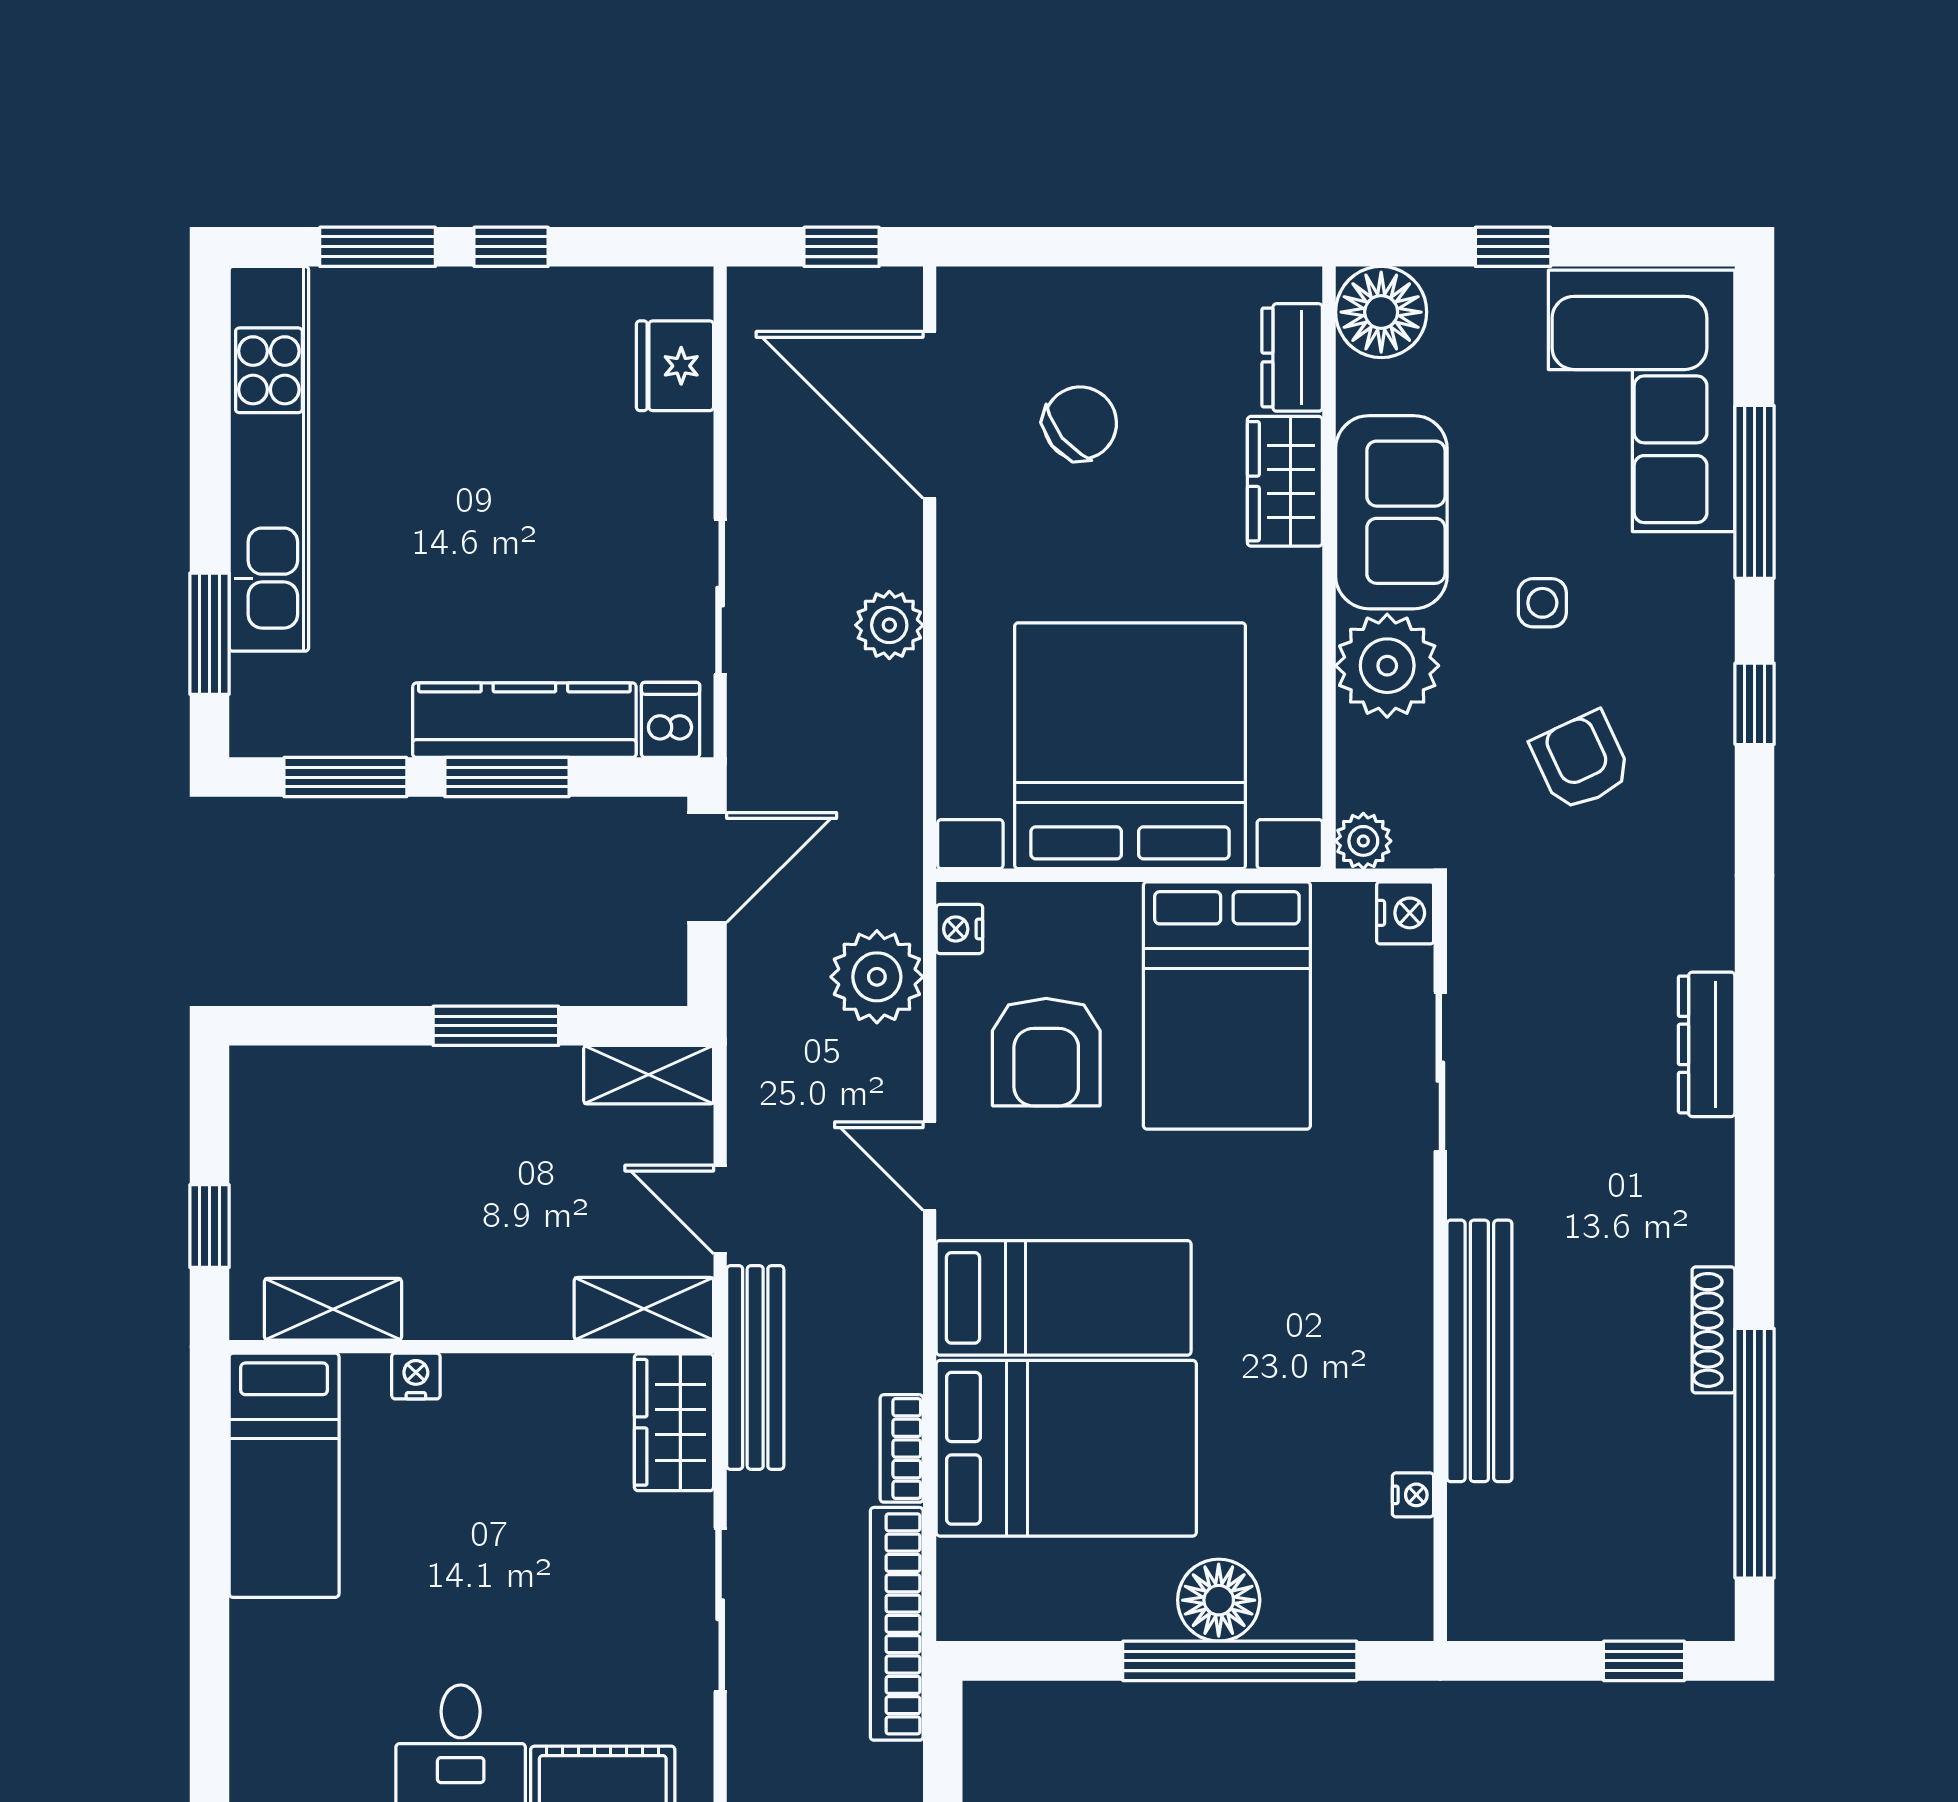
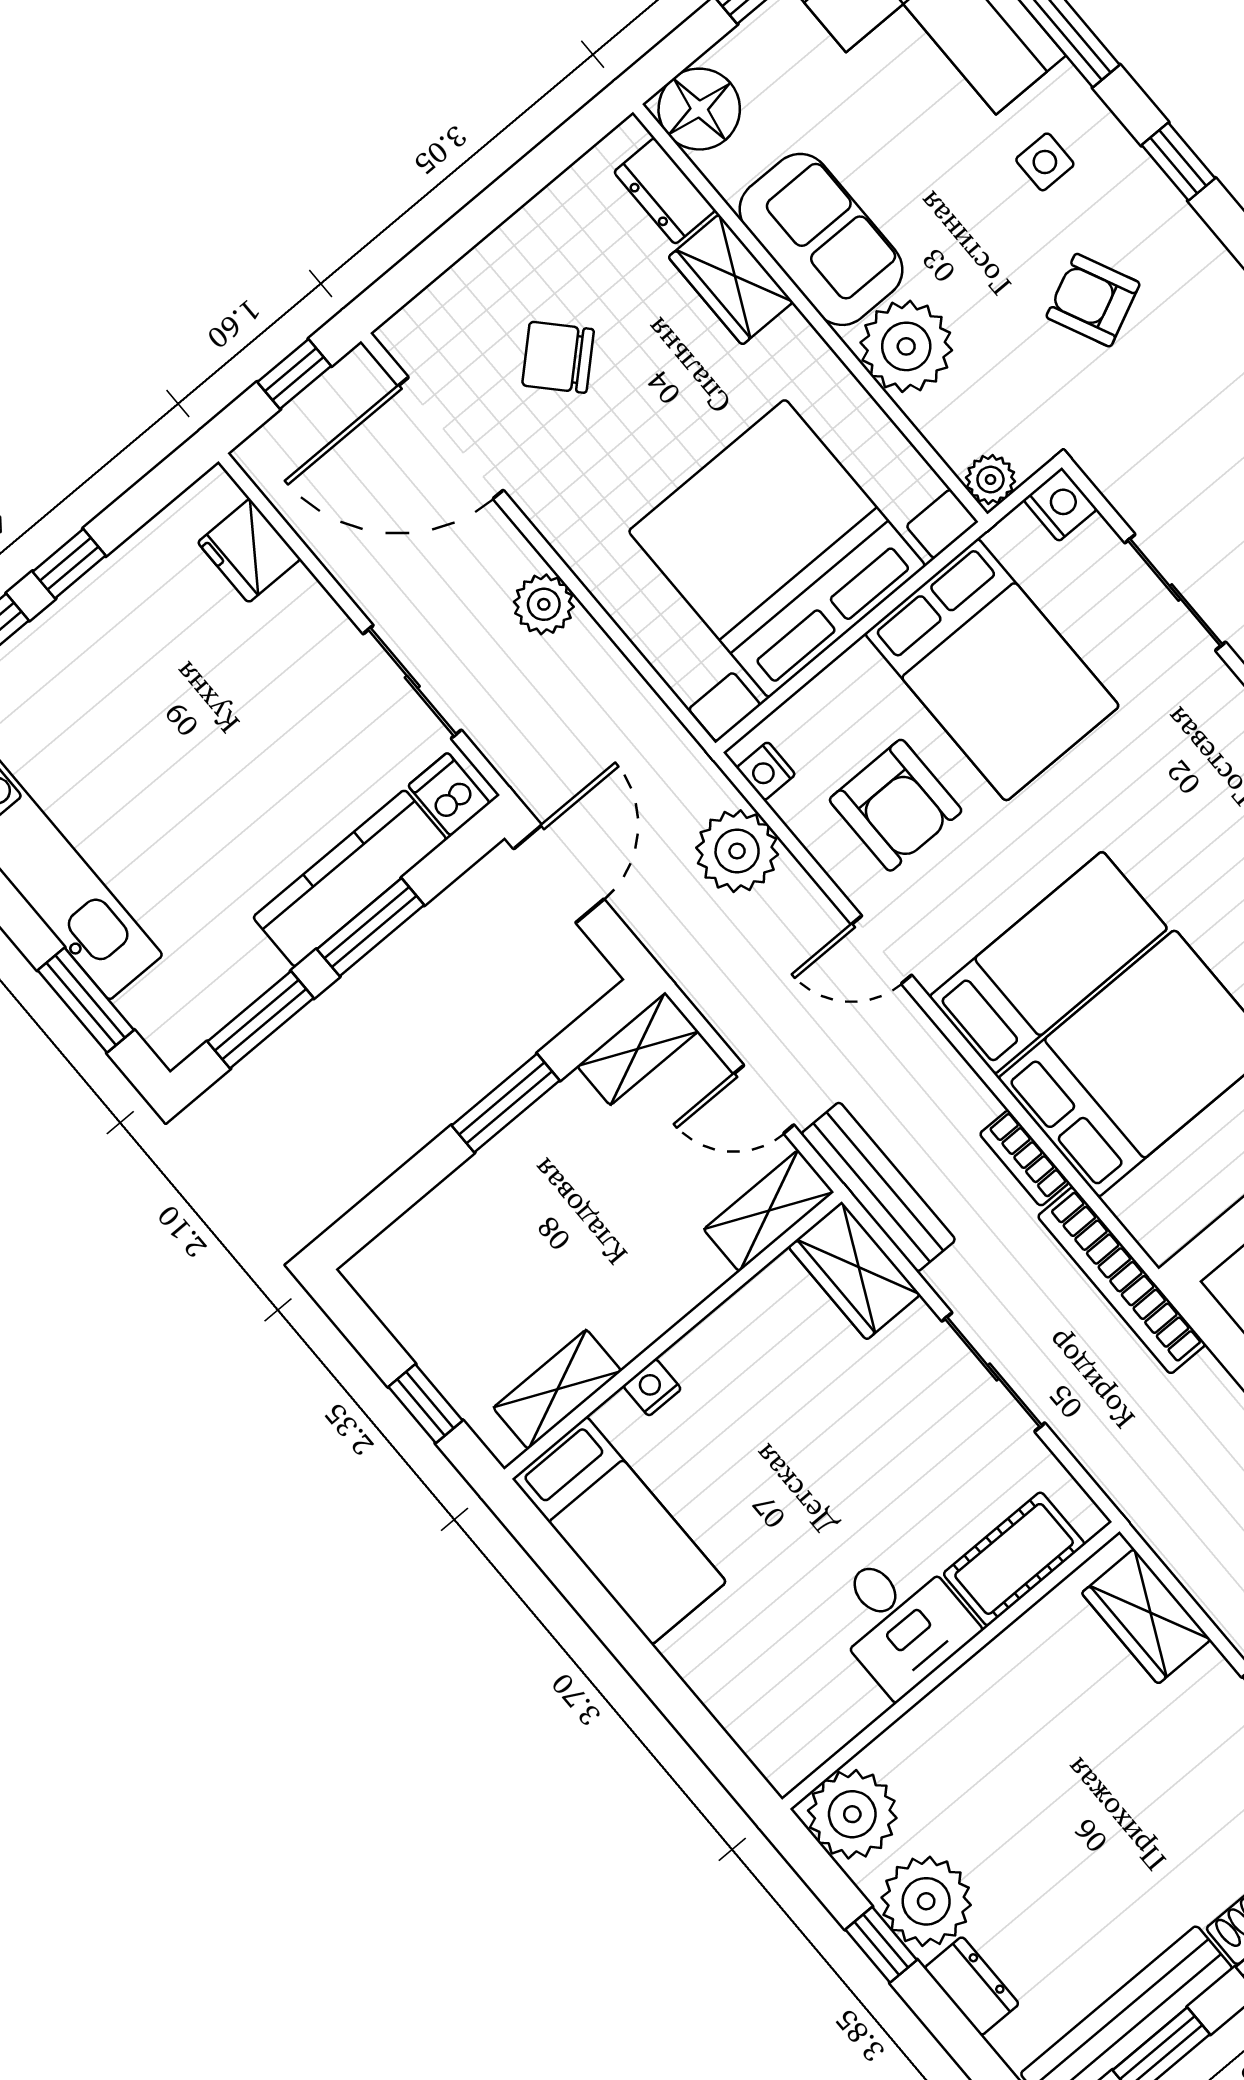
chair: (1080, 423) -> (558, 357), turned -94
side table: (1542, 603) -> (1045, 162), moved

